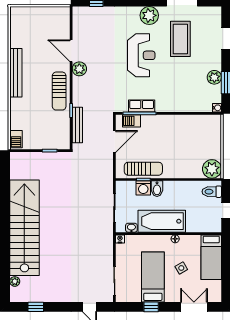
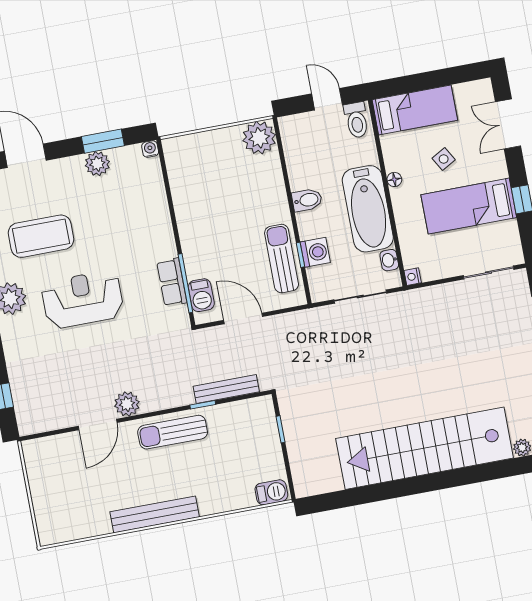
sun lounger: (59, 91) -> (173, 432), turned 180
bidet: (157, 189) -> (307, 200), moved
toilet: (212, 192) -> (356, 120), moved

